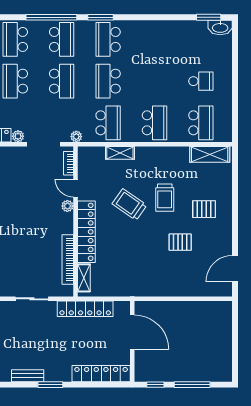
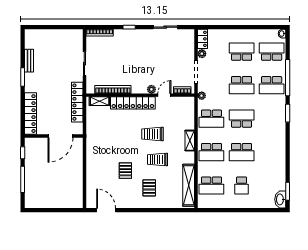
school desk: (108, 39) -> (242, 152), moved, turned 180
shelving: (120, 153) -> (190, 141), moved
shelving: (210, 154) -> (189, 185), width x1.47
trolley: (129, 204) -> (153, 134), turned -125

